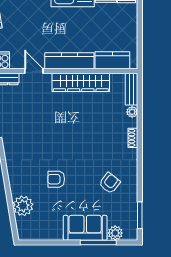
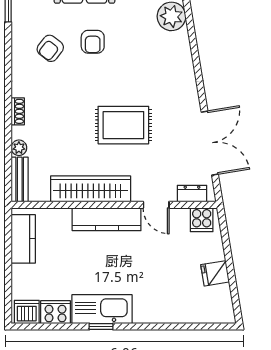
kitchen counter: (112, 60) -> (23, 239), moved, turned -90
rug: (57, 128) -> (123, 125), added
armchair: (56, 179) -> (93, 42), moved, turned 90

